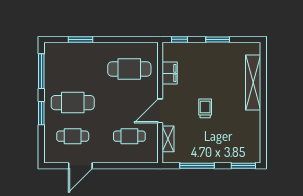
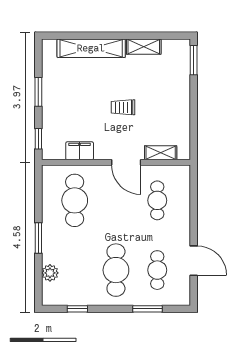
window: (81, 39) -> (38, 238), moved
plant: (70, 49) -> (50, 273), added
window: (41, 71) -> (77, 309), width x0.46
window: (41, 113) -> (147, 309), moved
shelving: (254, 125) -> (144, 47), added
window: (197, 166) -> (194, 117), removed

